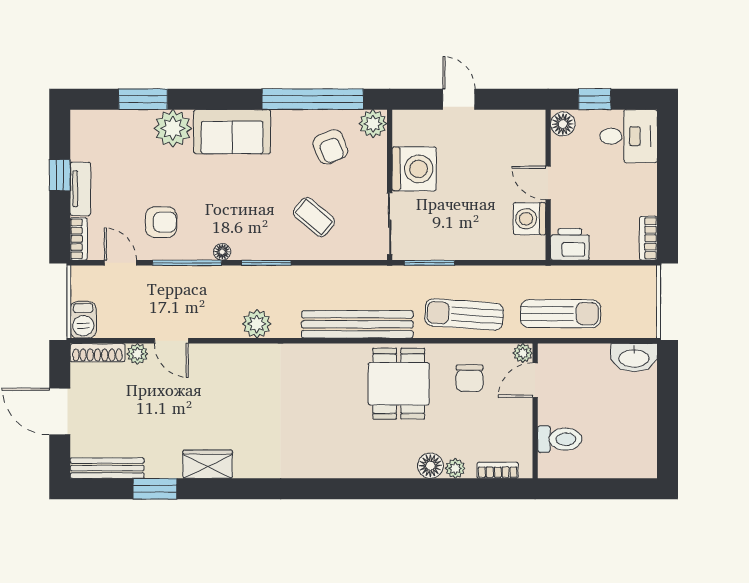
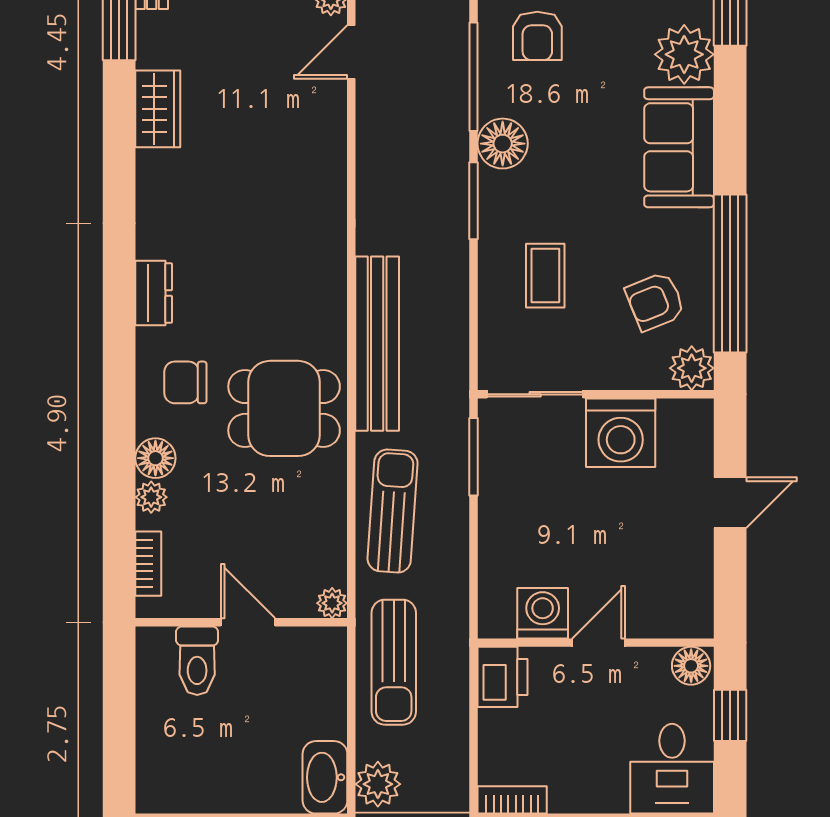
coffee table: (314, 217) -> (545, 276), turned -40
floor lamp: (222, 252) -> (503, 144), width x1.89, depth x1.89
plant: (257, 324) -> (378, 784), moved
chair: (470, 378) -> (185, 382), moved
door: (535, 380) -> (248, 622), moved
dresser: (325, 467) -> (154, 293), added

